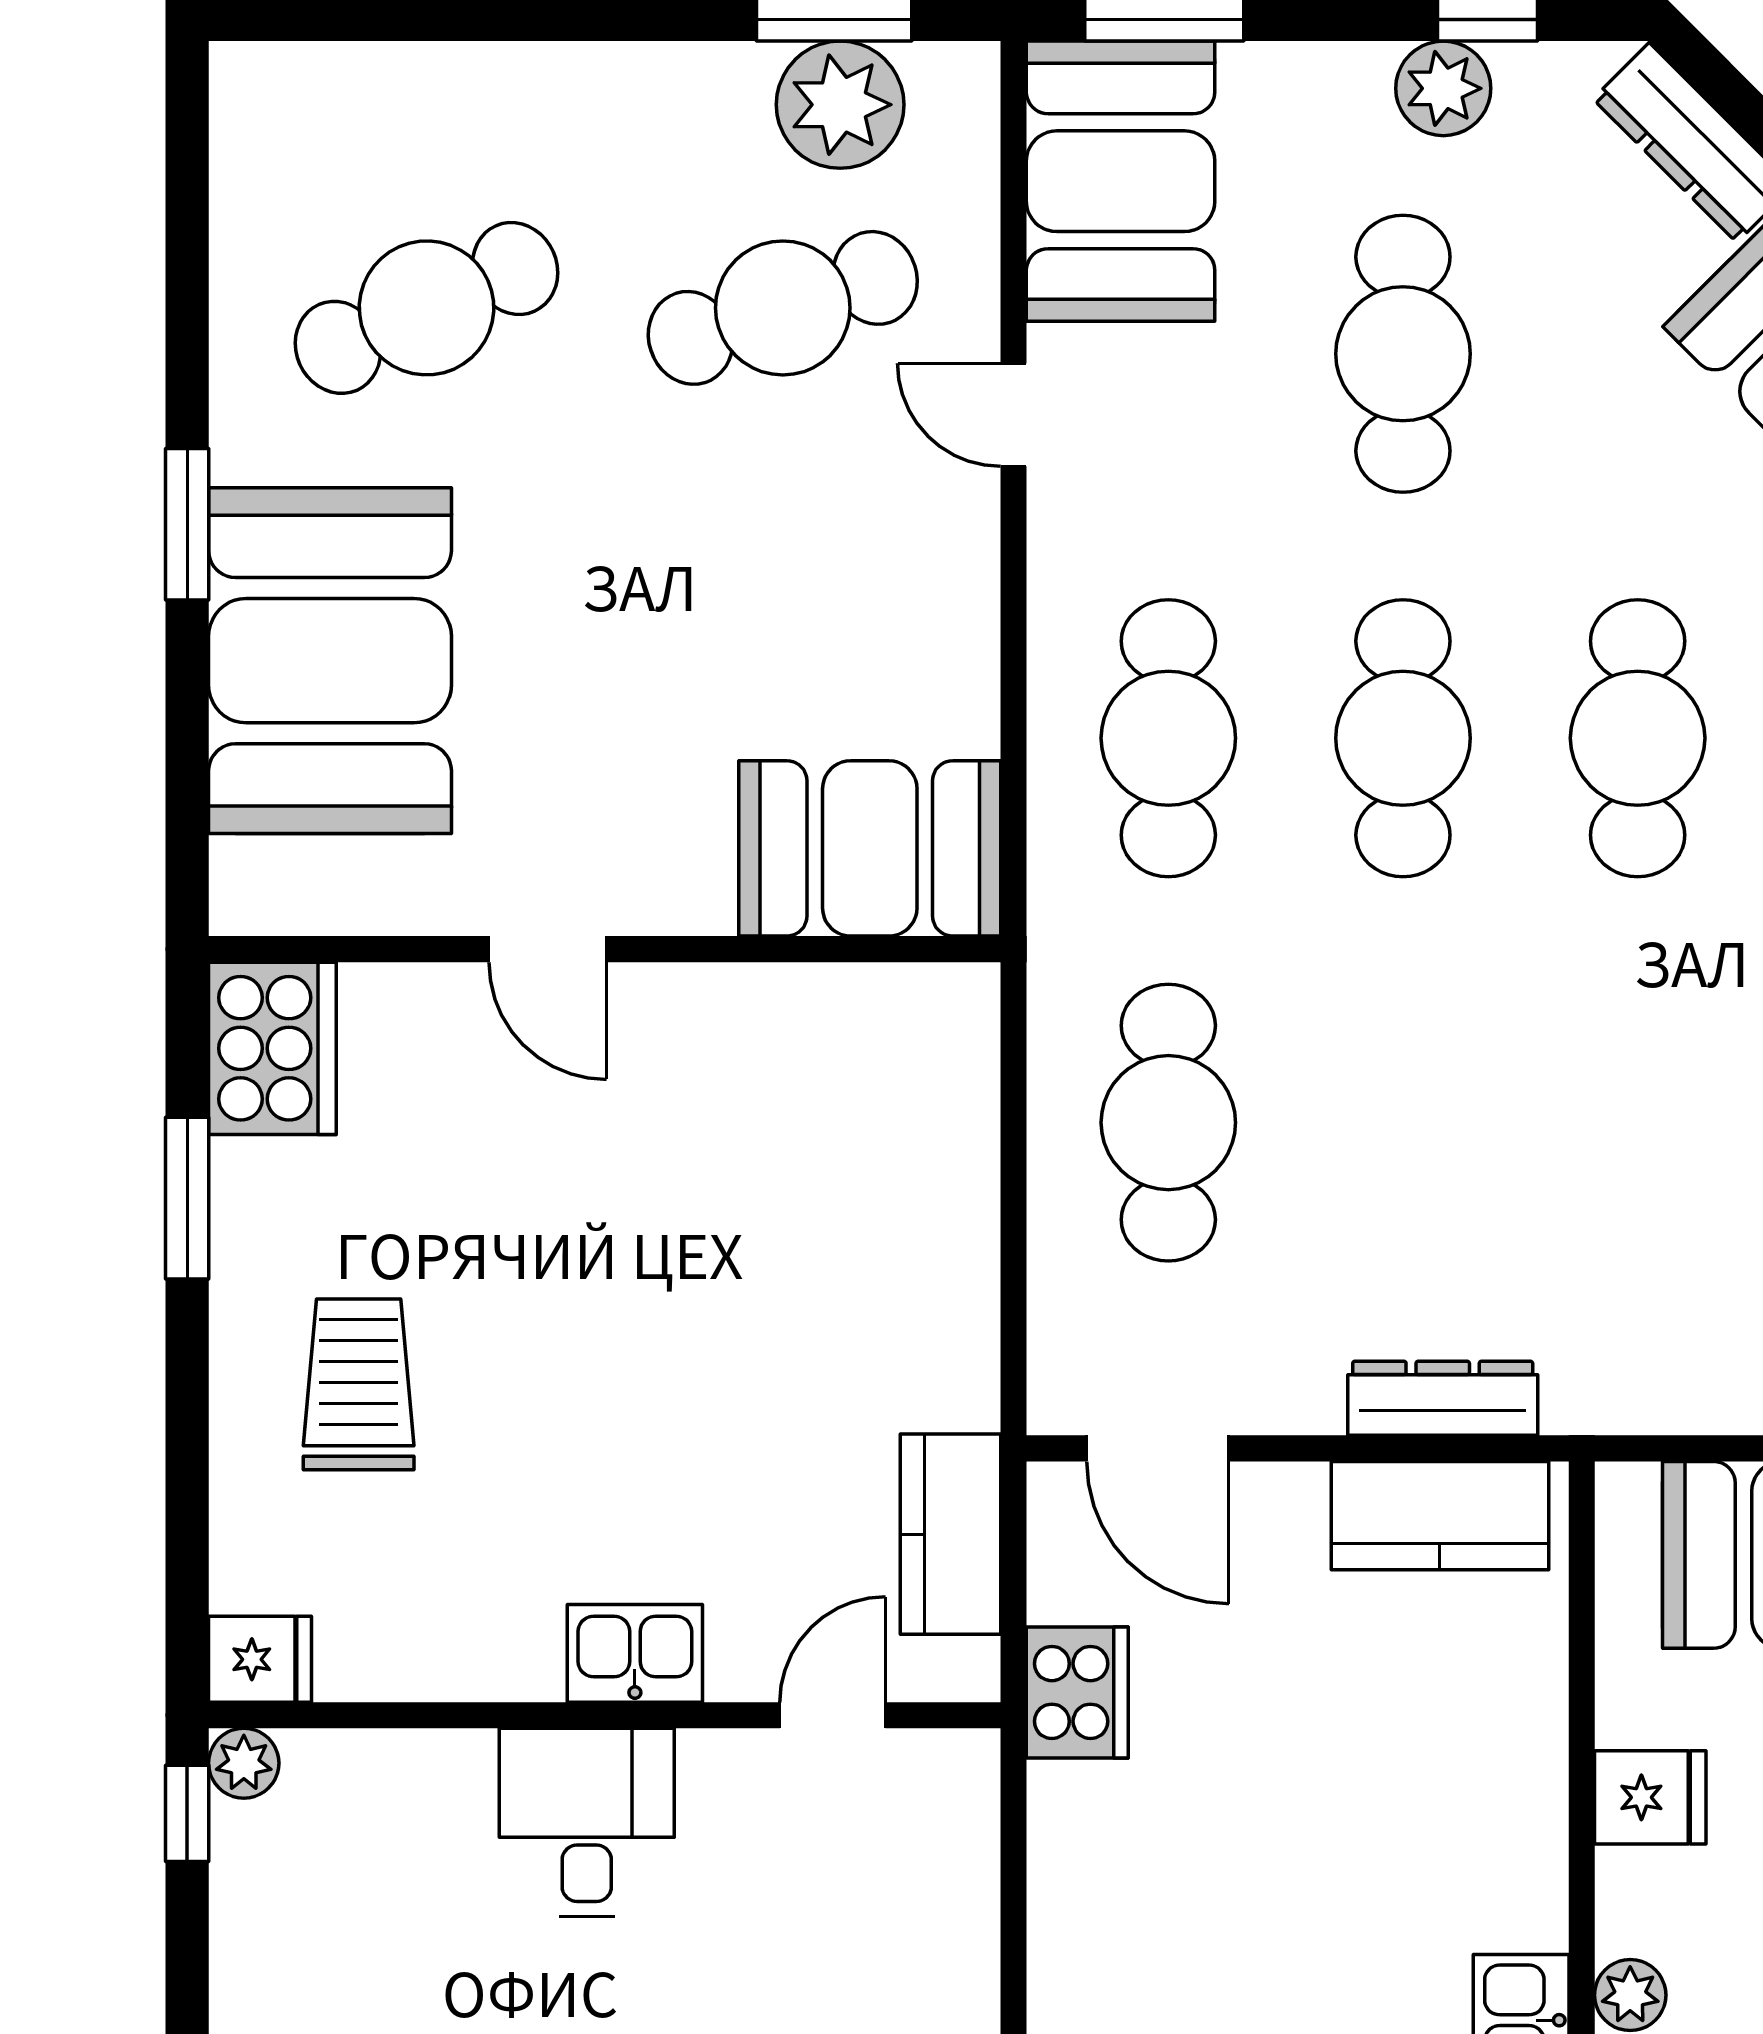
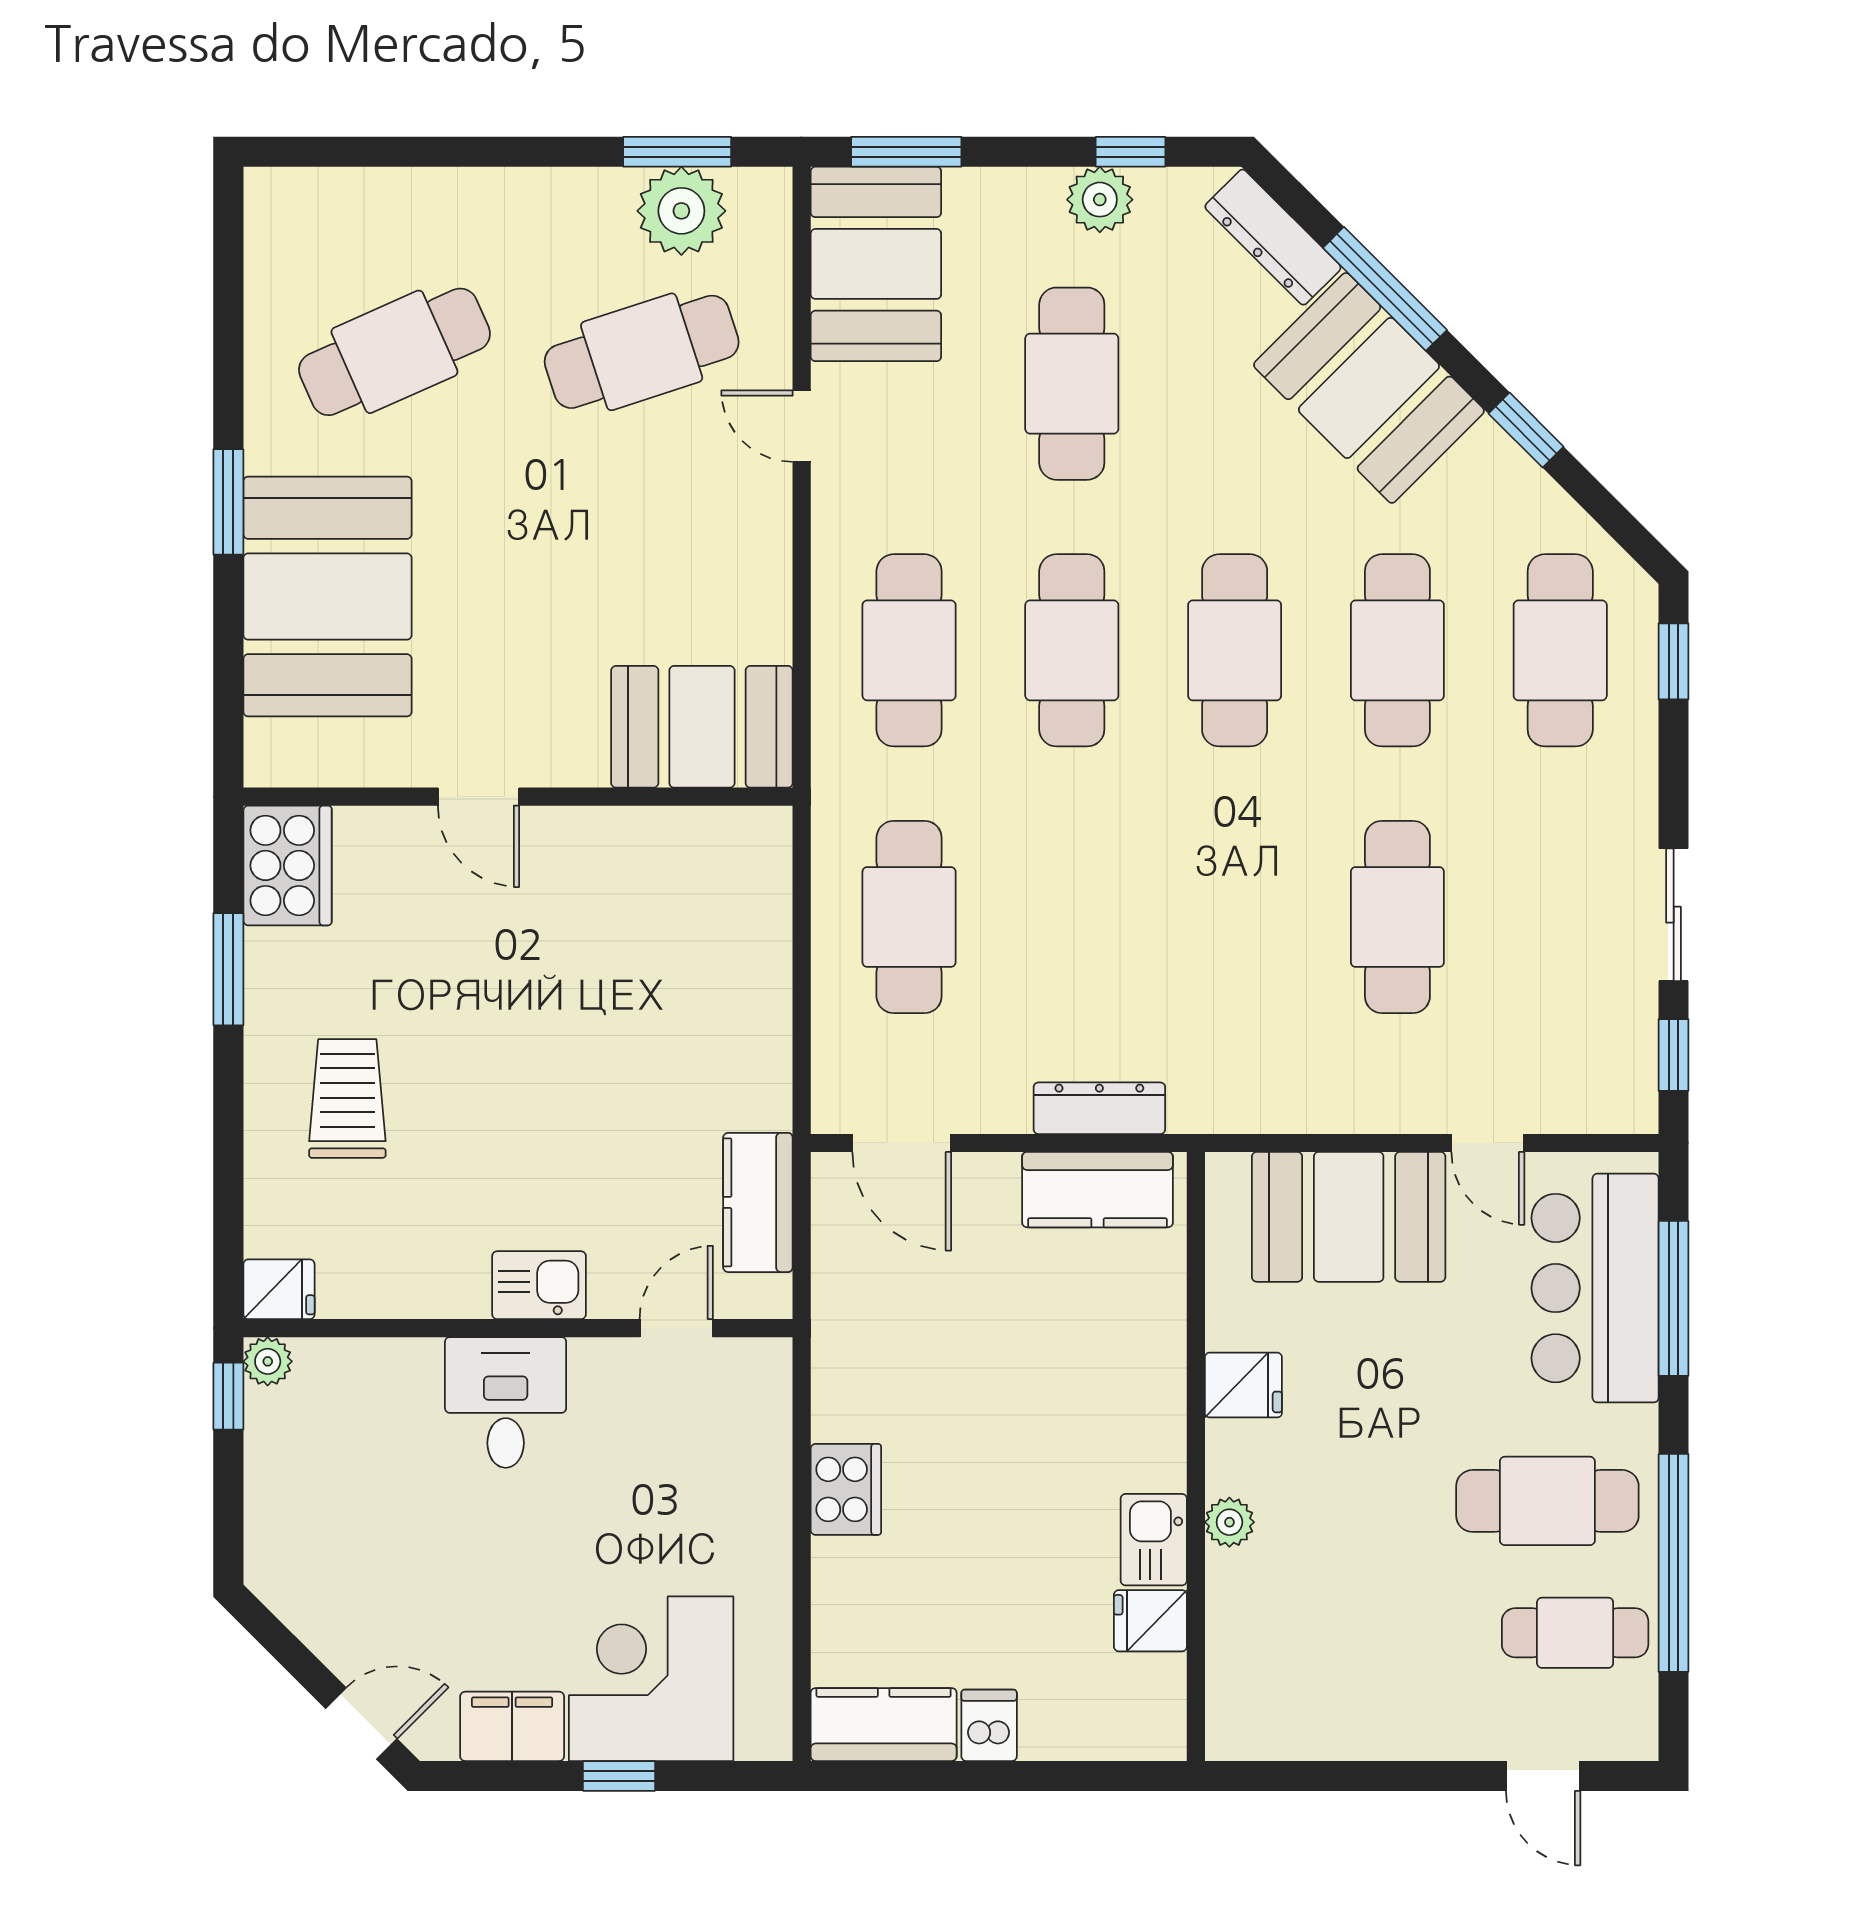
cooker: (1077, 1692) -> (846, 1489), moved

